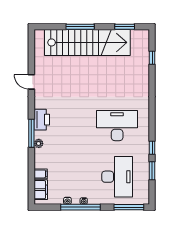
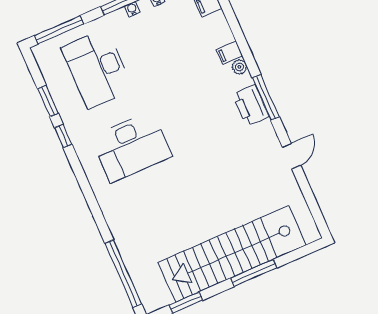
window: (152, 58) -> (123, 274), width x3.17
door: (31, 82) -> (291, 156), hinge flipped
window: (31, 133) -> (266, 97), moved
filing cabinet: (41, 174) -> (229, 53), moved

